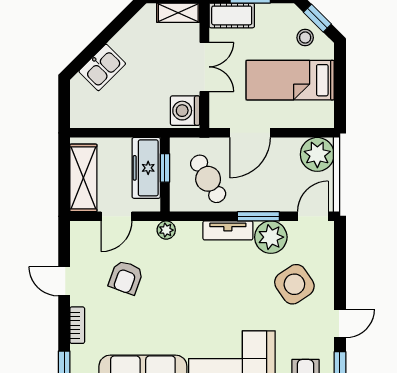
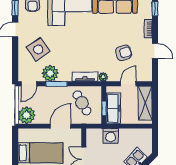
washing machine: (185, 111) -> (111, 136), moved, turned 90
tv unit: (228, 230) -> (85, 77), moved
armchair: (126, 277) -> (124, 53), turned 54

